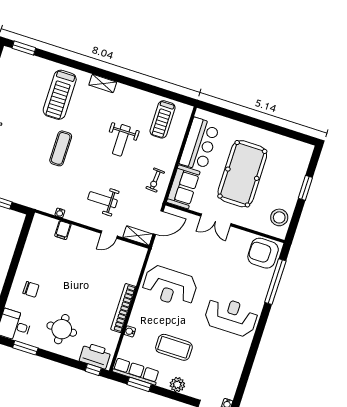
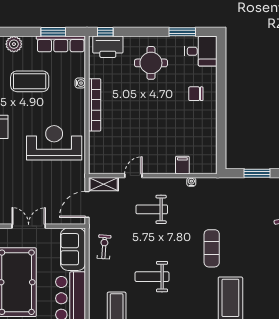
weight bench: (121, 140) -> (152, 277), turned -90
weight bench: (103, 200) -> (152, 209), turned 180

